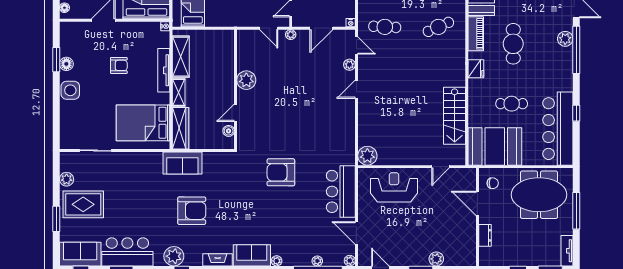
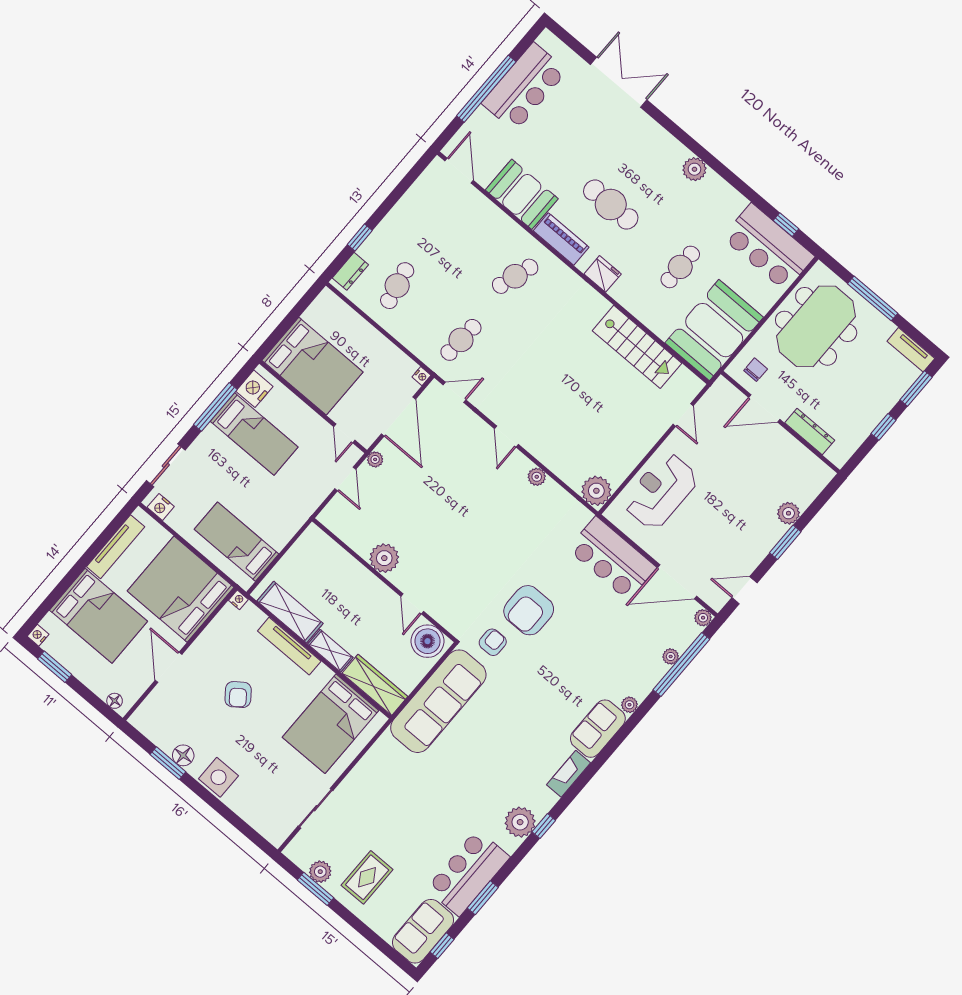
cafe table: (438, 27) -> (515, 276), turned 42
door: (269, 28) -> (345, 479), hinge flipped
door: (321, 28) -> (398, 417), width x1.36
plant: (565, 39) -> (694, 169), moved
window: (576, 50) -> (682, 136), removed
armchair: (119, 65) -> (238, 695), turned 143
plant: (349, 65) -> (537, 477), moved
window: (576, 113) -> (786, 225), moved
bar counter: (558, 129) -> (768, 247), width x0.73
boiler: (229, 131) -> (427, 641), width x1.86, depth x1.86
sofa: (182, 163) -> (438, 701), width x1.85, depth x1.27
rug: (83, 204) -> (367, 877), width x0.73, depth x0.70
armchair: (192, 211) -> (493, 642), moved, width x0.53, depth x0.53
window: (56, 219) -> (316, 889), moved
door: (356, 233) -> (677, 582), width x1.36
dresser: (485, 235) -> (810, 432), width x1.44

